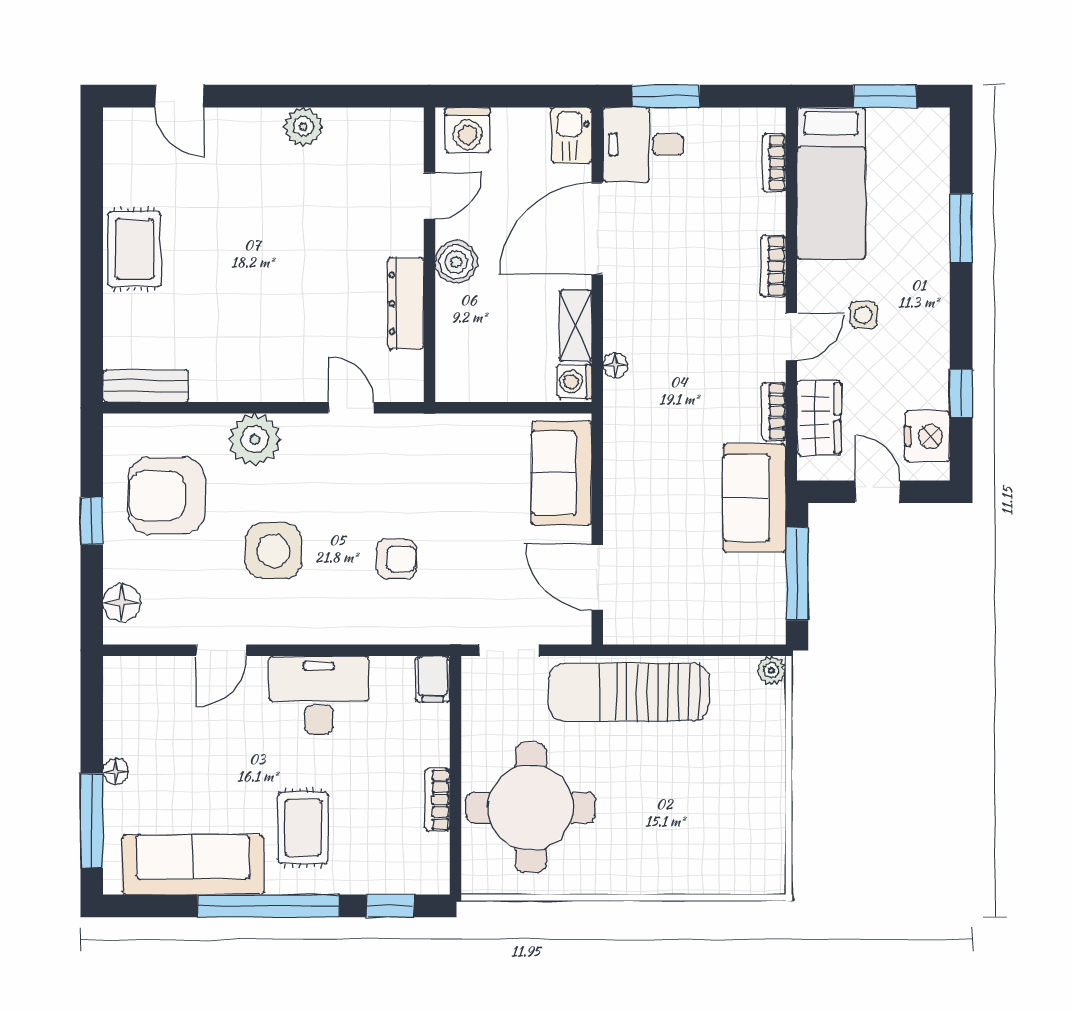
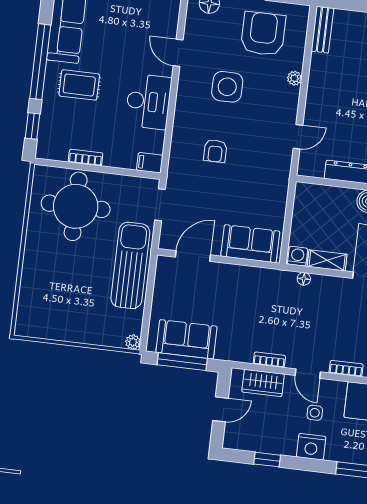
nightstand: (927, 436) -> (311, 447), moved
plant: (255, 439) -> (294, 78), width x0.53, depth x0.53
sofa: (754, 498) -> (186, 339), moved

